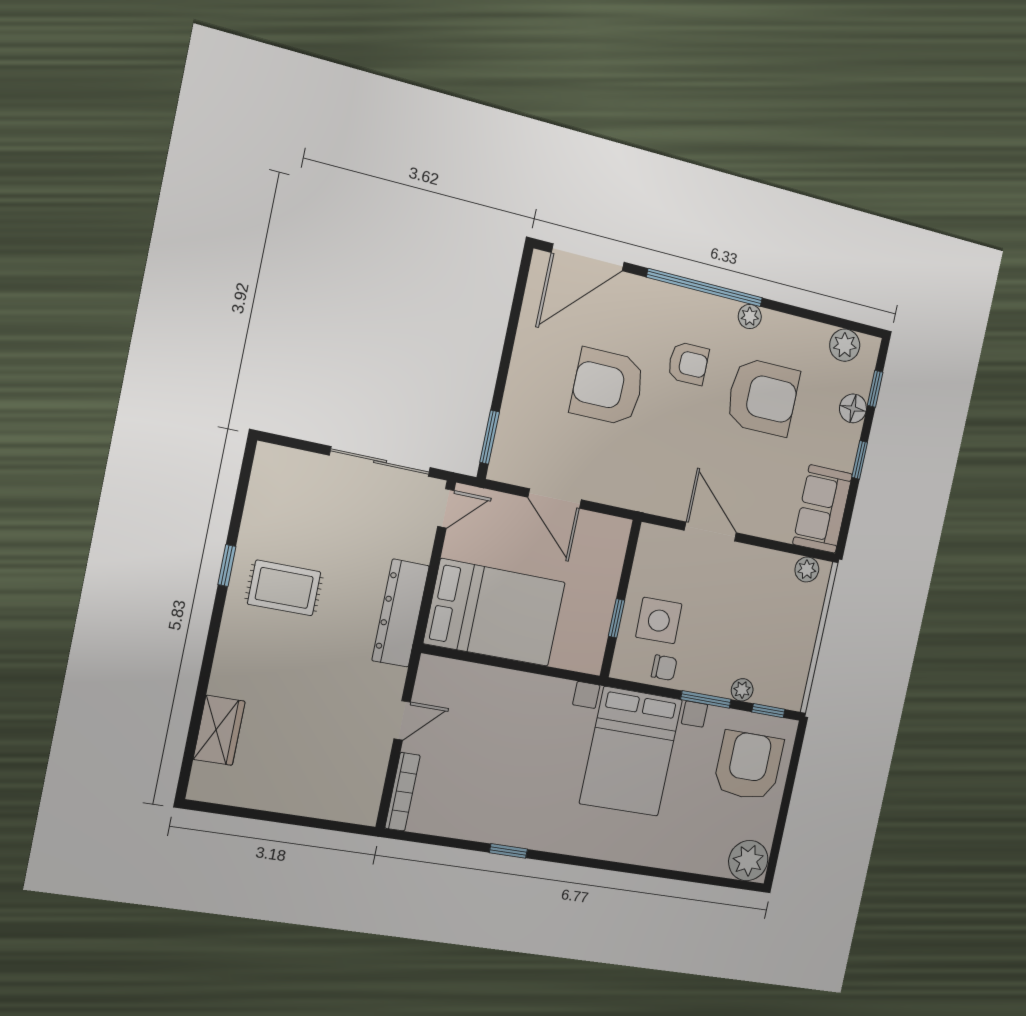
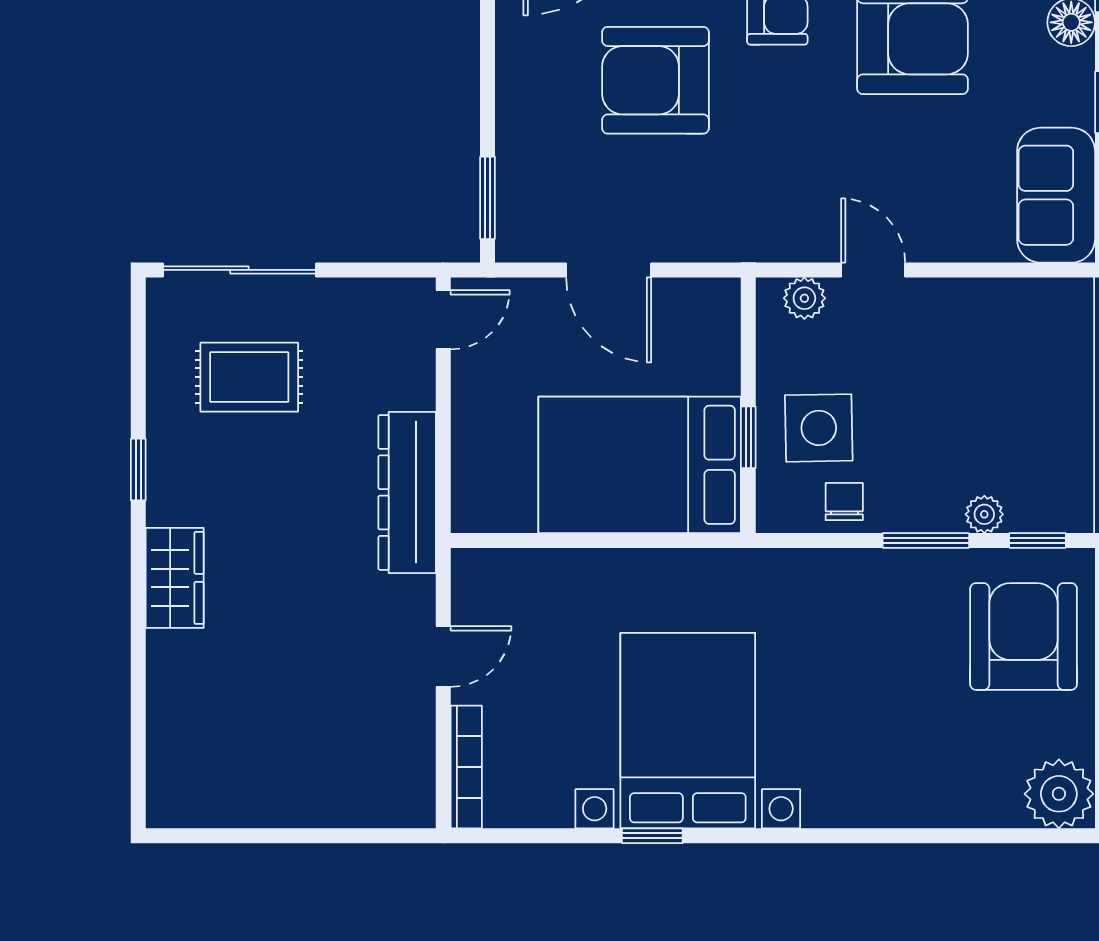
sliding door: (380, 462) -> (239, 270), moved
door: (710, 532) -> (873, 270), width x0.73
plant: (807, 569) -> (804, 298), moved
rug: (284, 588) -> (249, 377), moved
bed: (495, 613) -> (640, 465), moved, turned 180
chair: (664, 668) -> (844, 502), turned -90
wardrobe: (219, 730) -> (175, 578), moved
bed with nightstands: (631, 752) -> (688, 731), moved, turned 180

